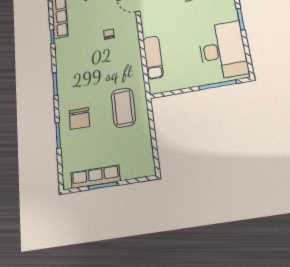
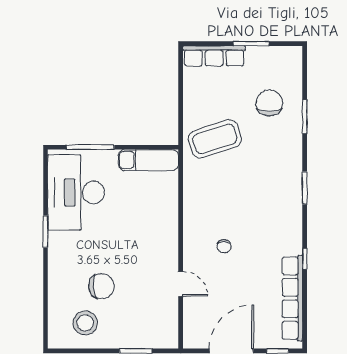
exam couch: (153, 57) -> (148, 160), moved, turned -90
coffee table: (123, 108) -> (215, 139), turned 72
chair: (79, 119) -> (269, 103), moved
row of seats: (95, 177) -> (214, 56), moved

